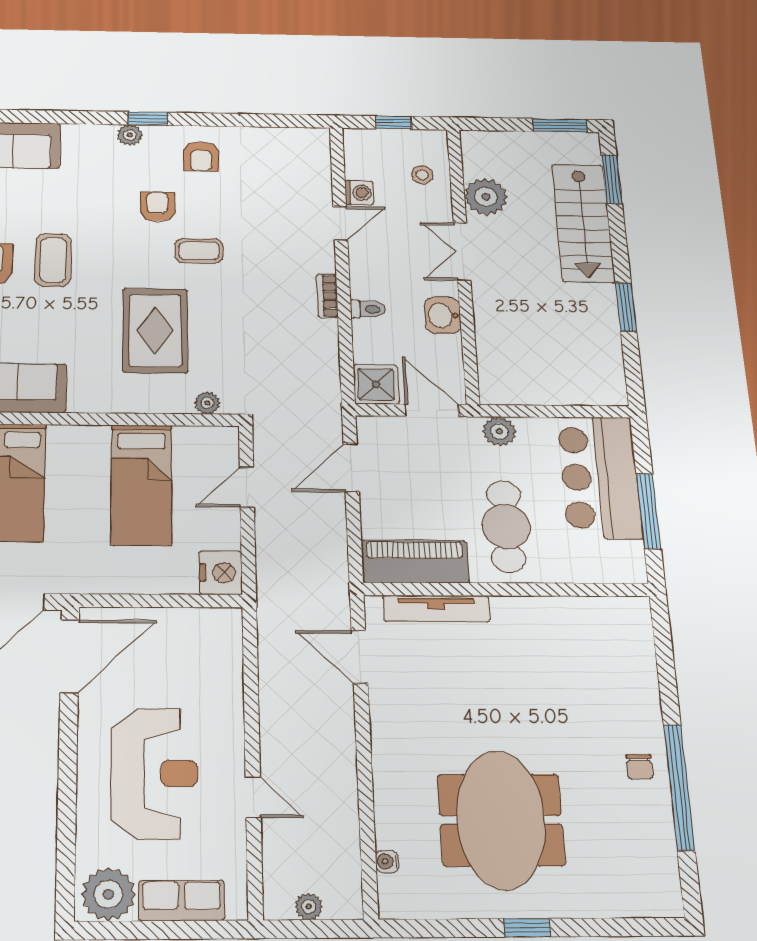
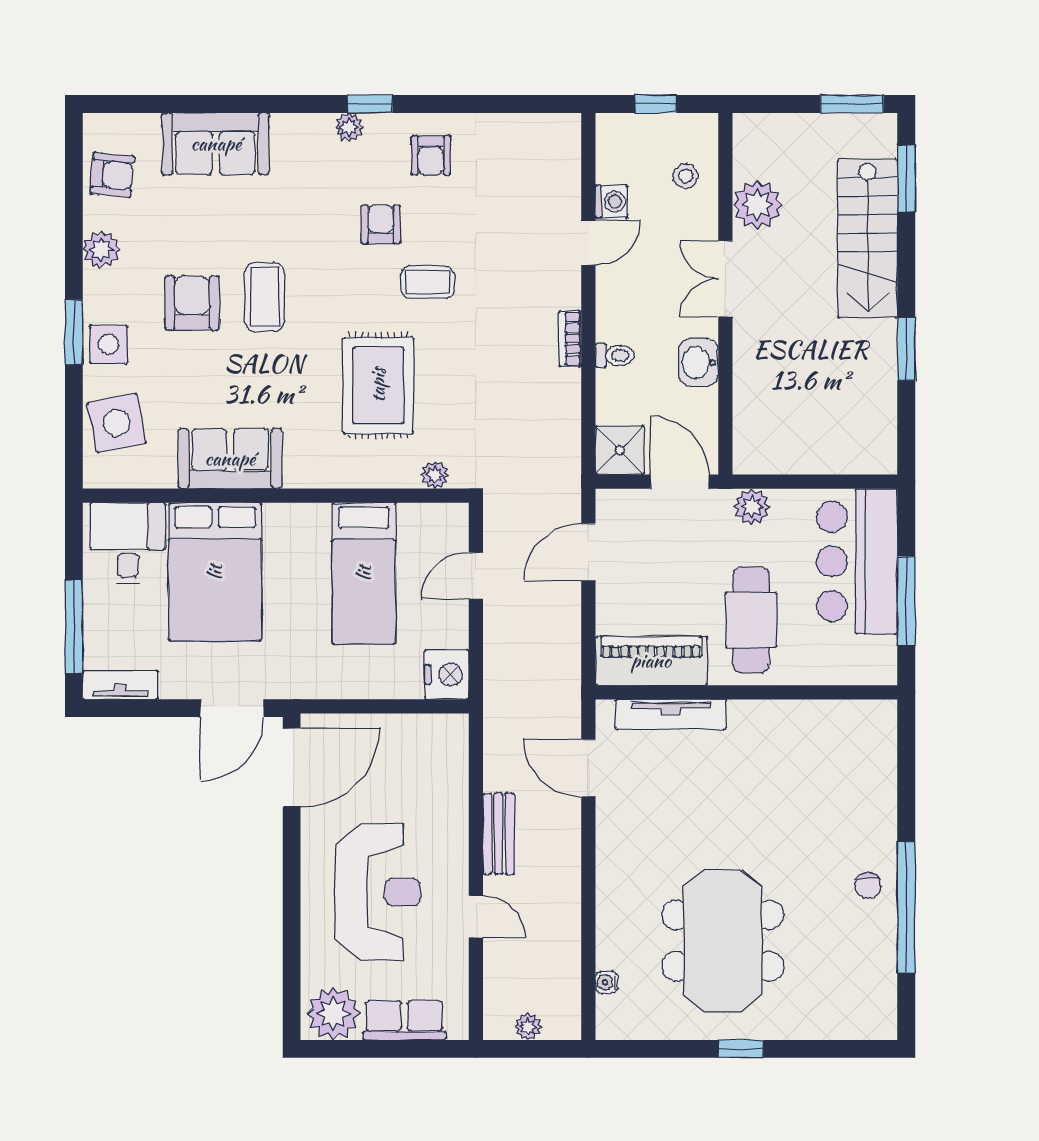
bench: (274, 718) -> (499, 834), added

